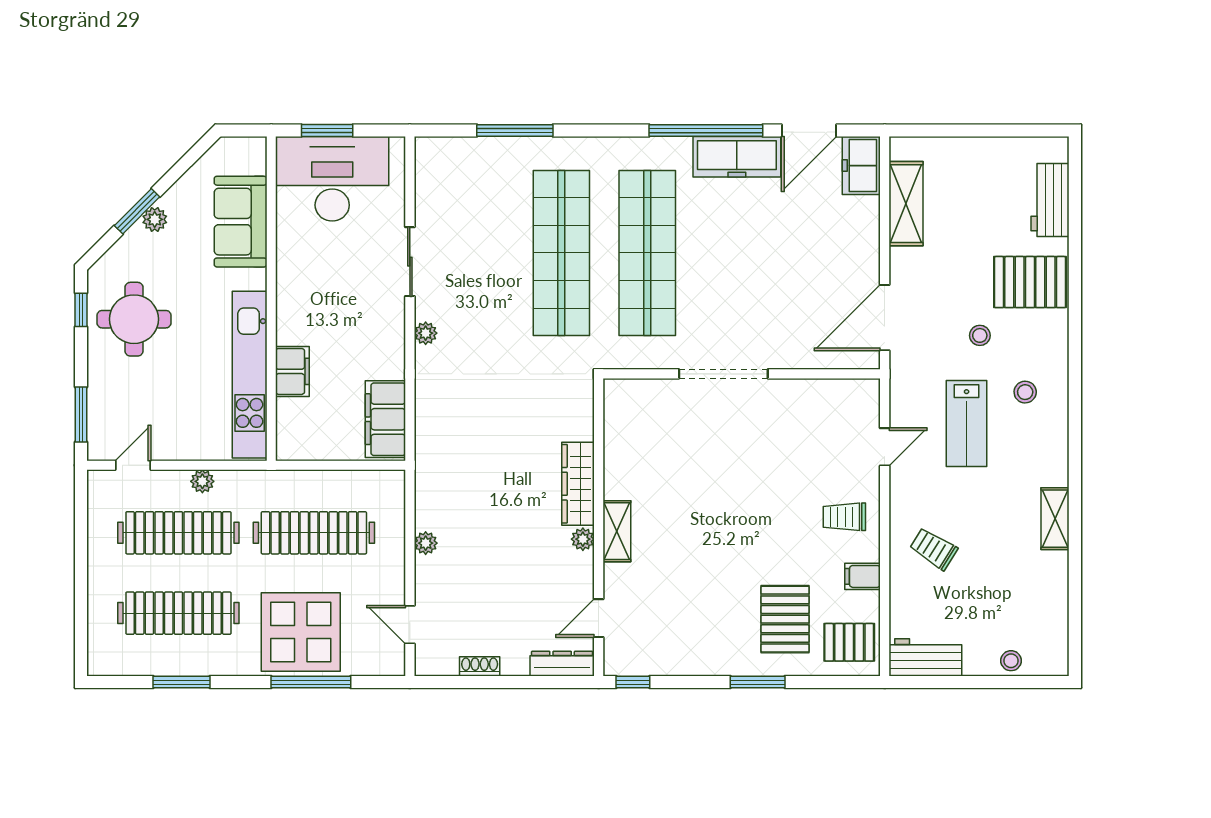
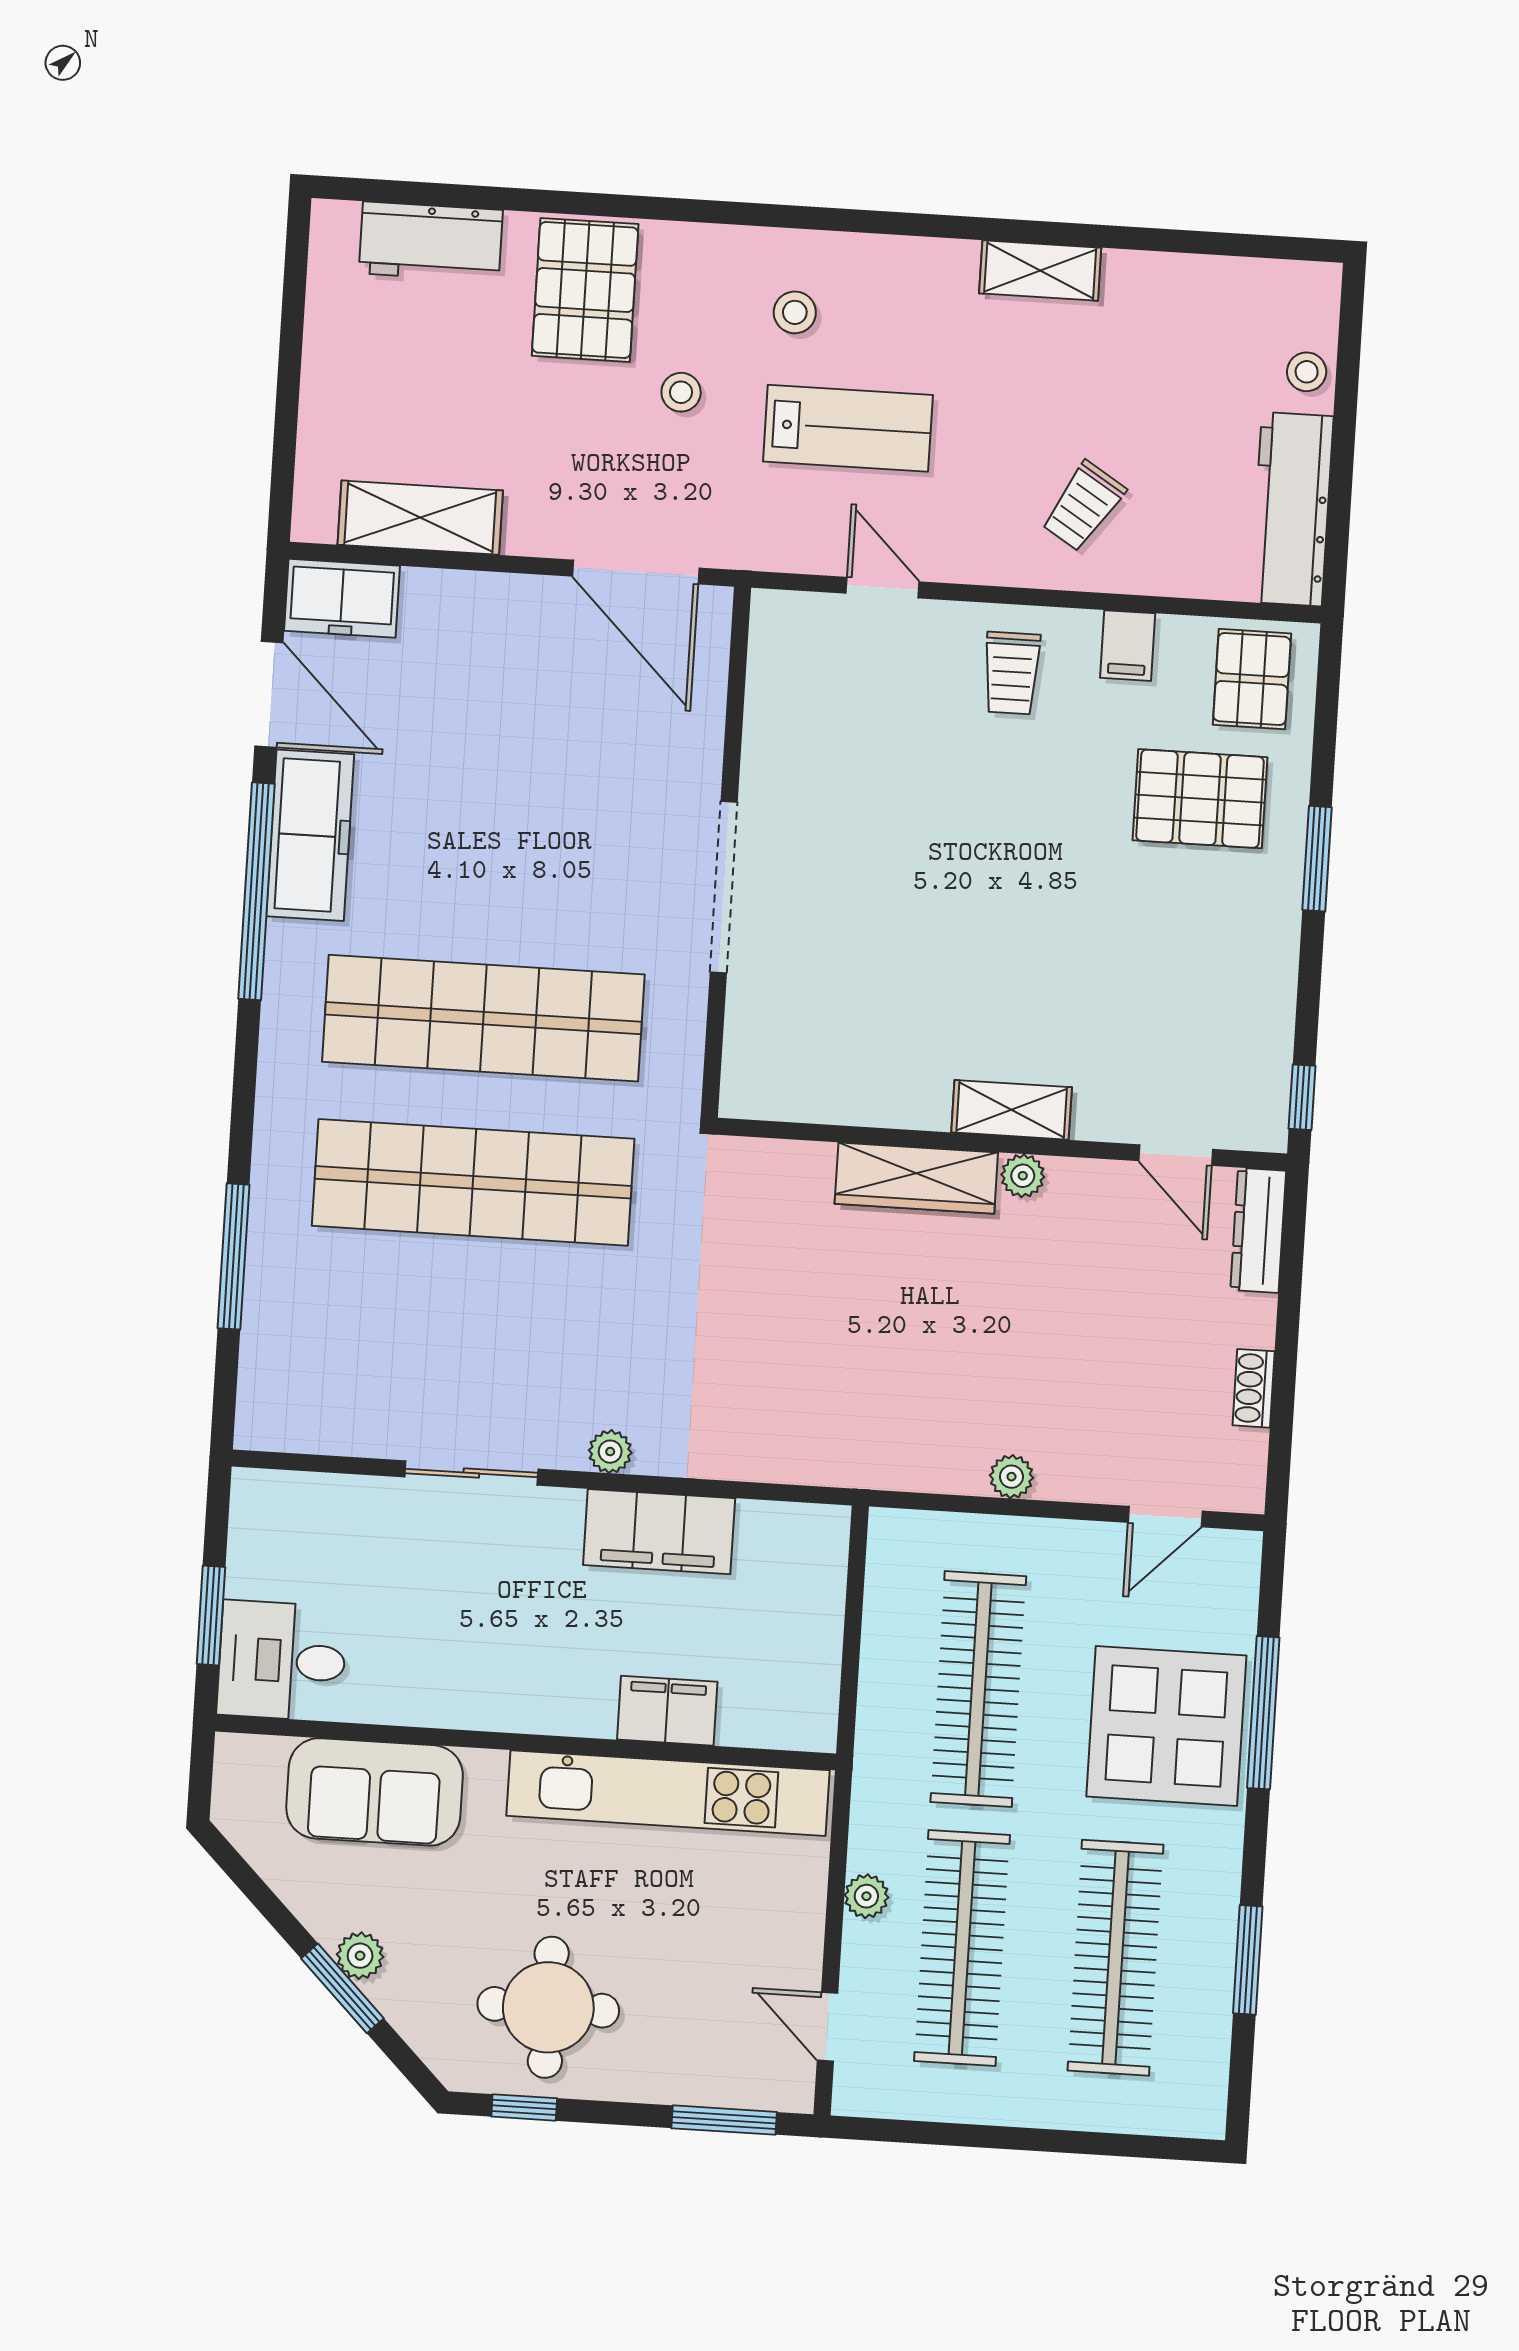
desk: (332, 179) -> (282, 1661), width x0.53, depth x0.77
filing cabinet: (385, 419) -> (659, 1532), moved
workbench: (925, 657) -> (1292, 509), width x1.38

